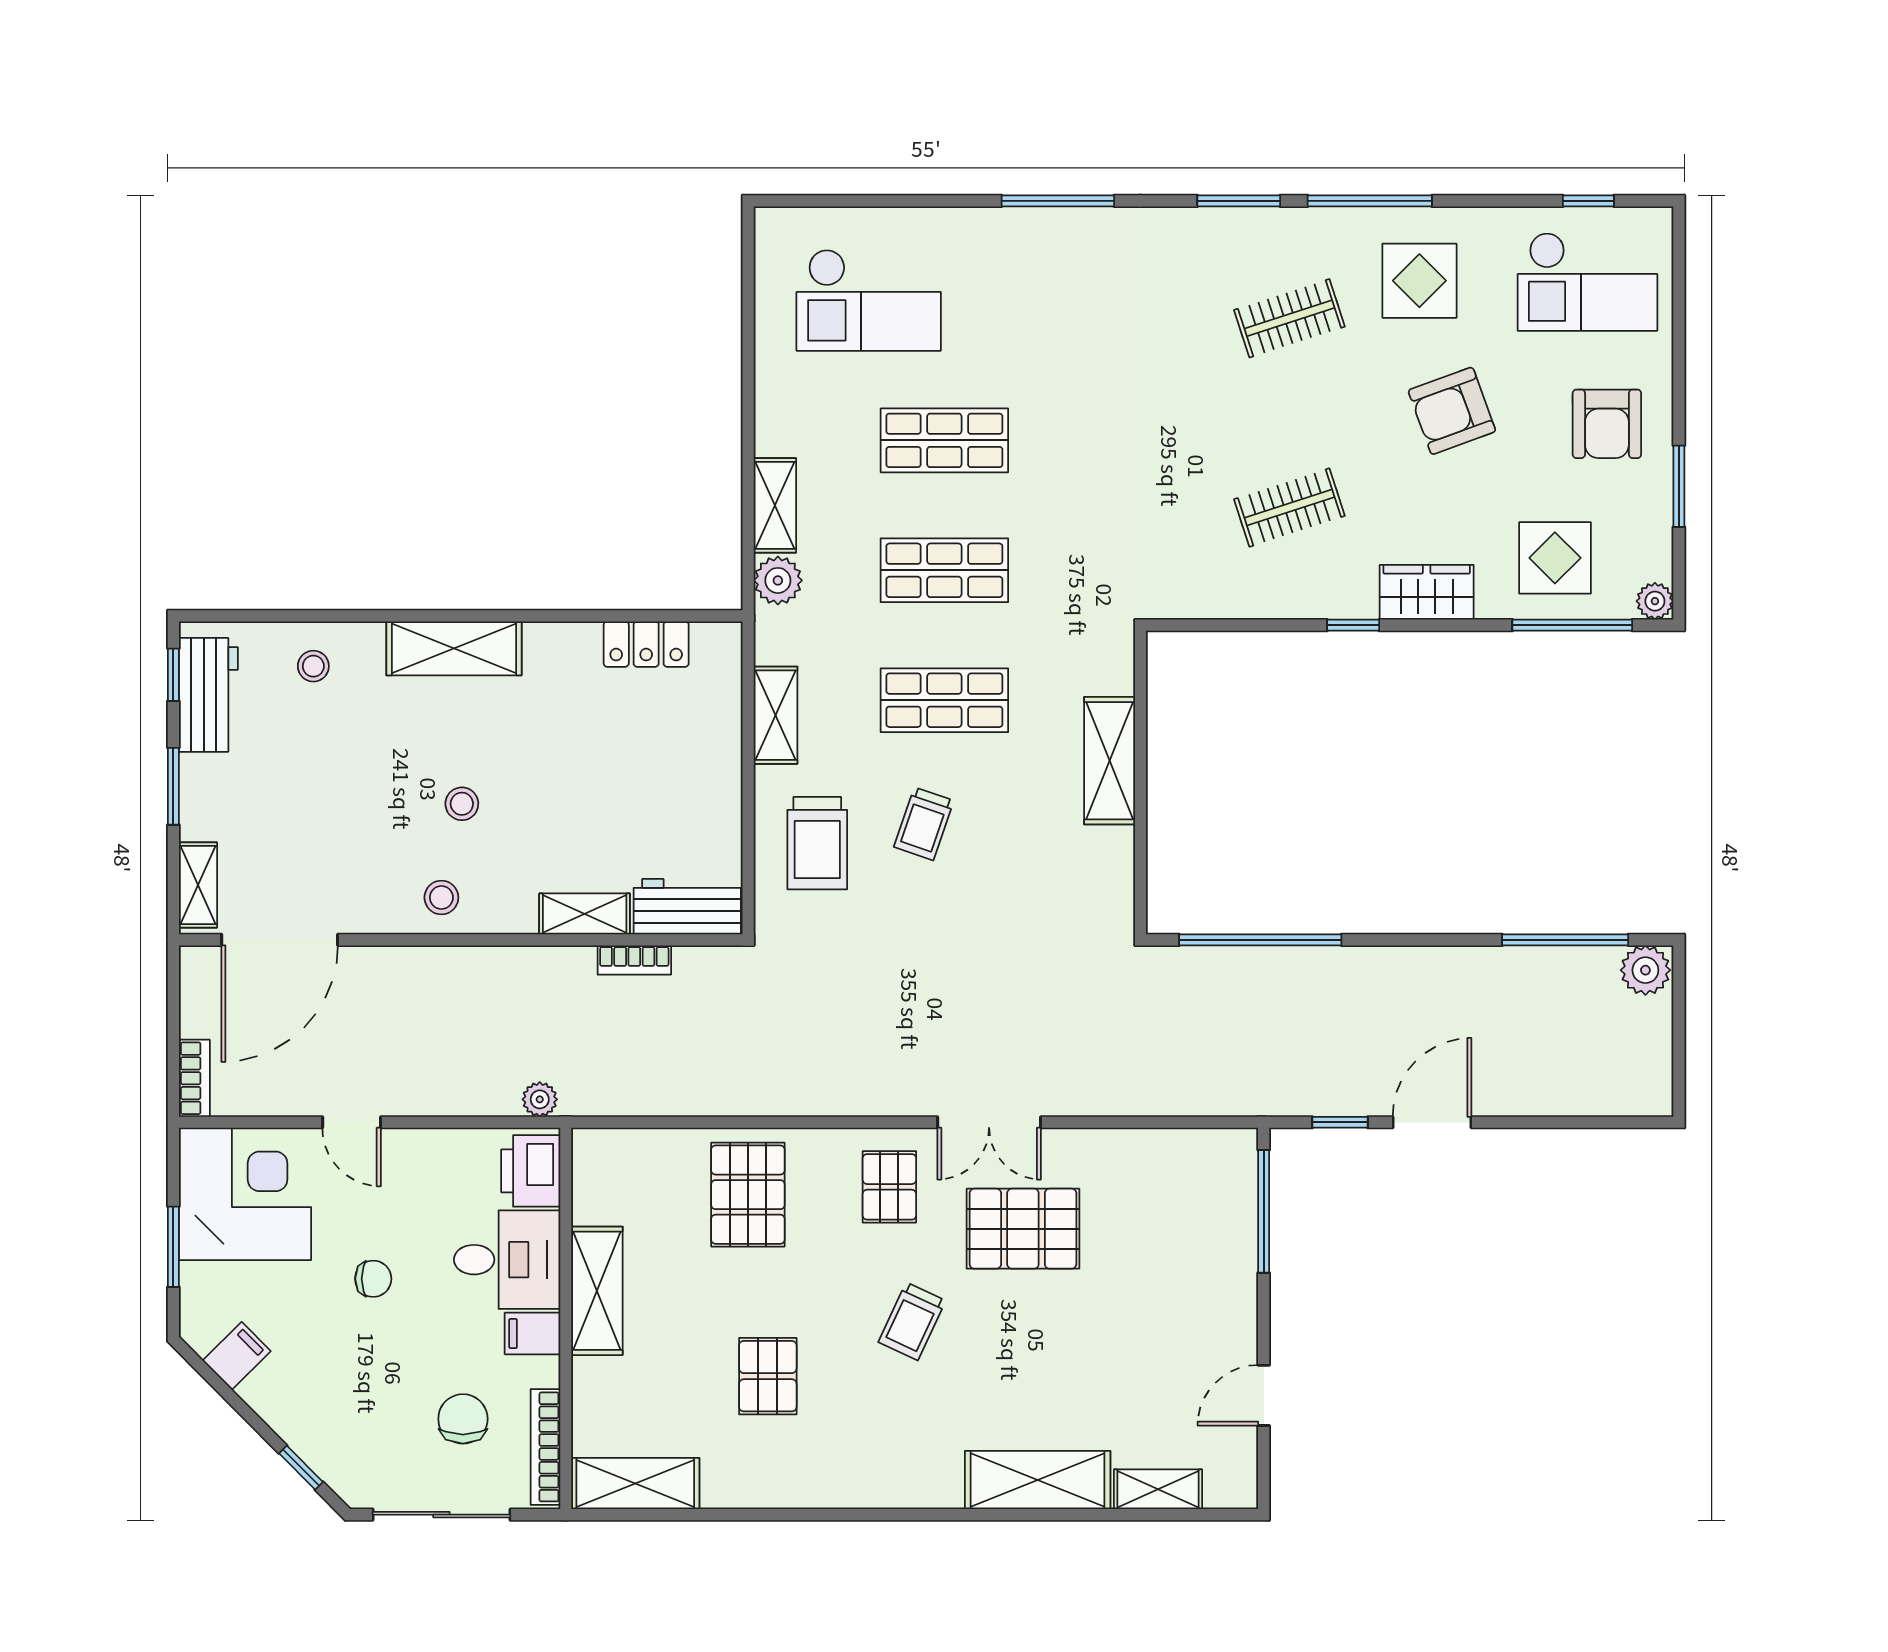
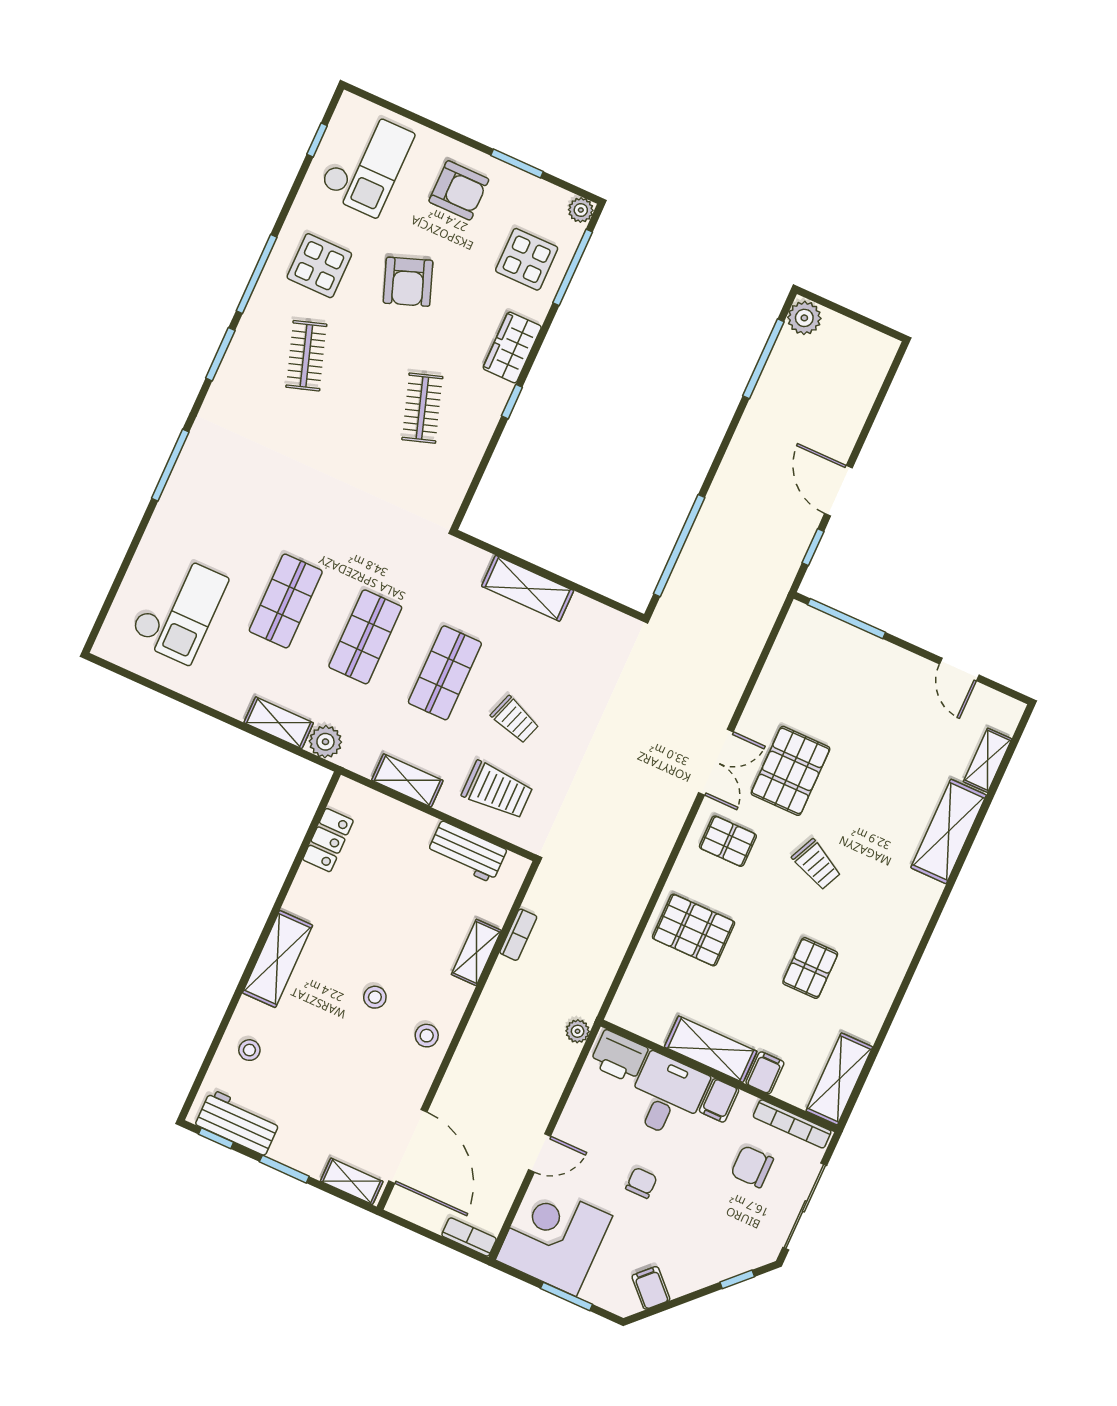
workbench: (687, 907) -> (467, 852), moved, turned -90
pallet: (768, 1376) -> (810, 968), turned 90
filing cabinet: (598, 1379) -> (765, 1073), added

